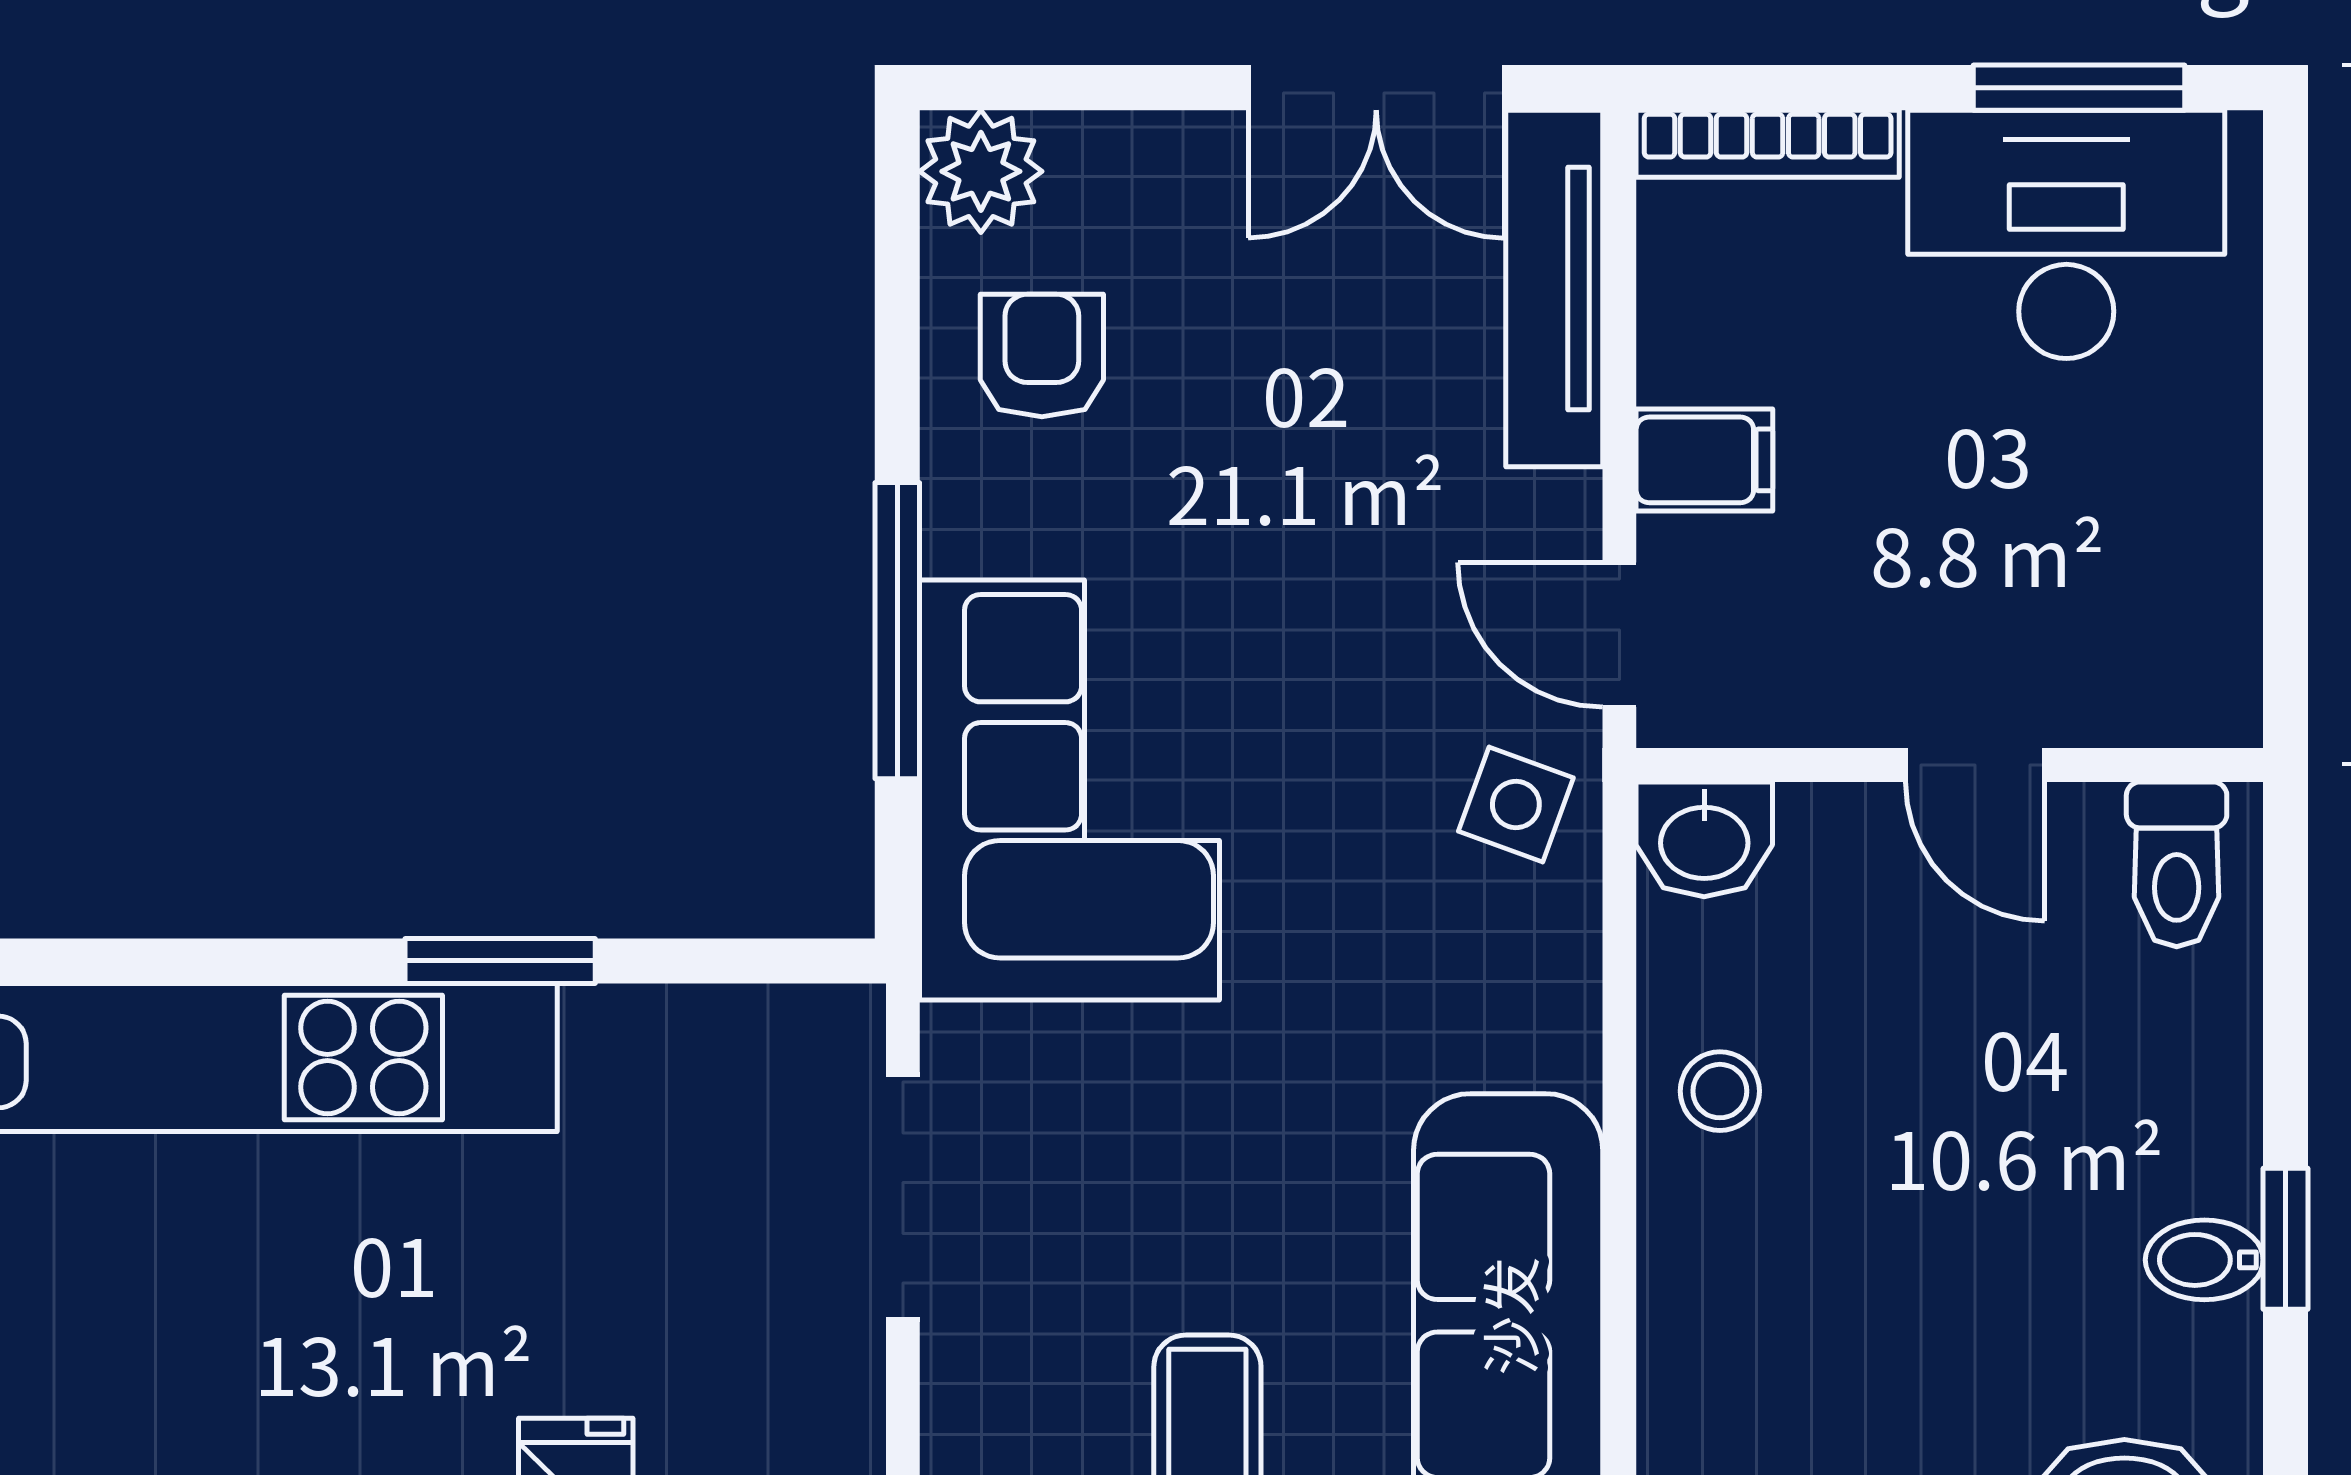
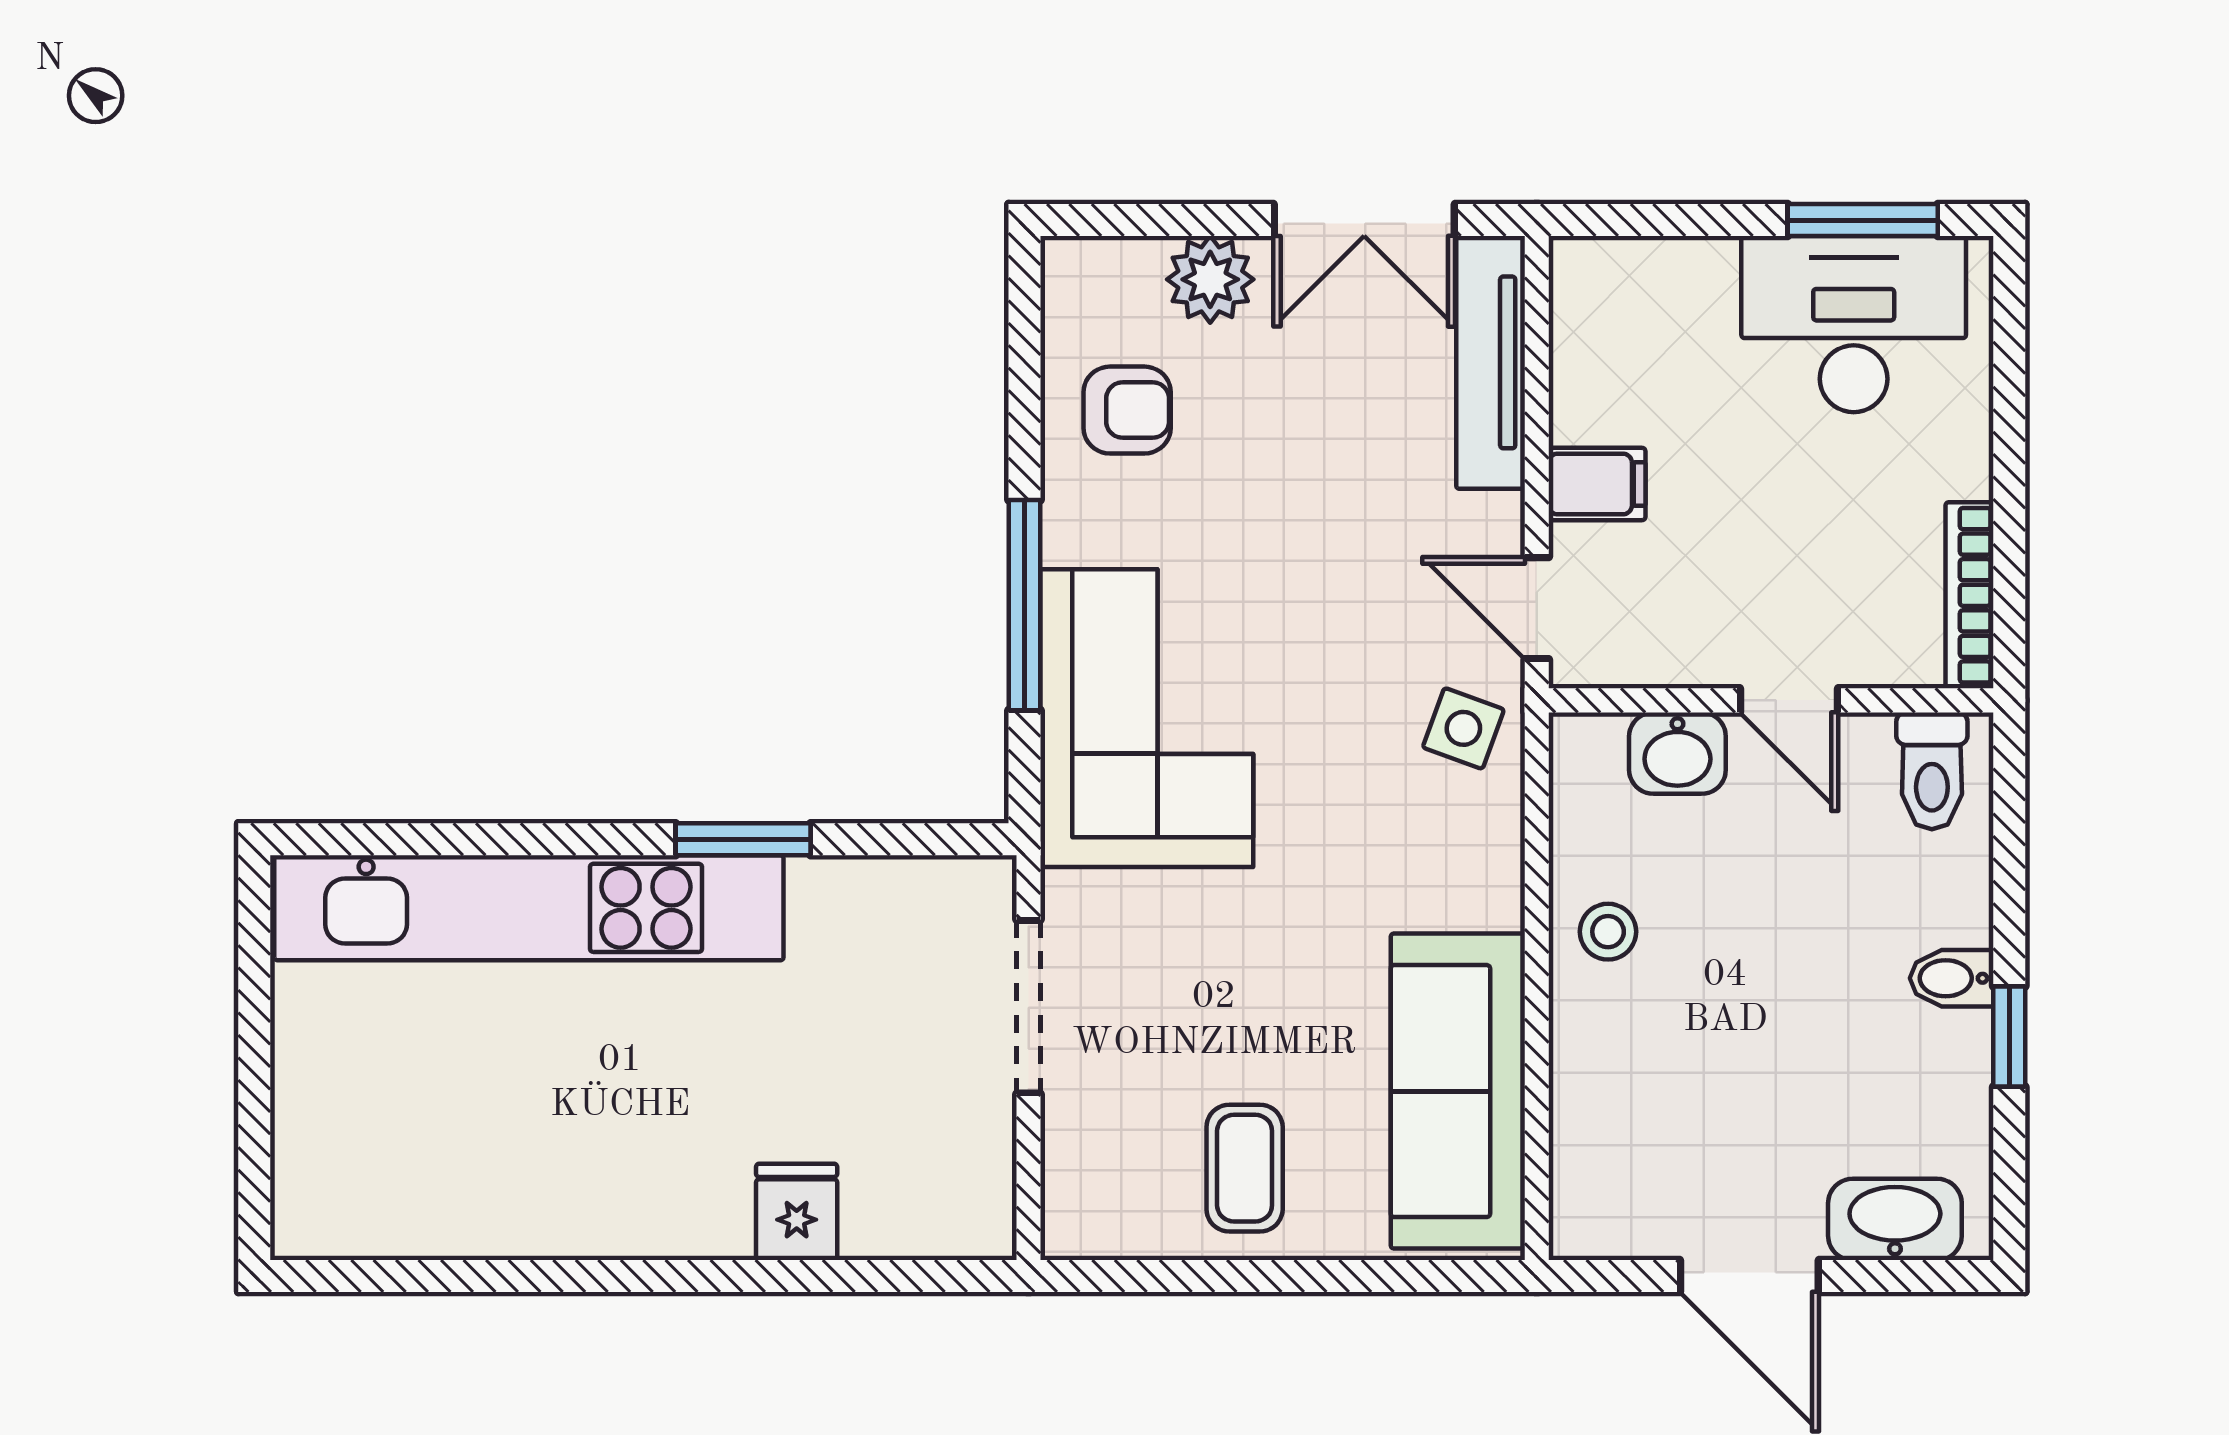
bookcase: (1768, 144) -> (1969, 595), moved, turned 90
plant: (981, 171) -> (1210, 279), moved
armchair: (1042, 356) -> (1127, 410), turned 90
washbasin: (1704, 839) -> (1677, 753), moved
bidet: (2204, 1260) -> (1952, 978), moved

